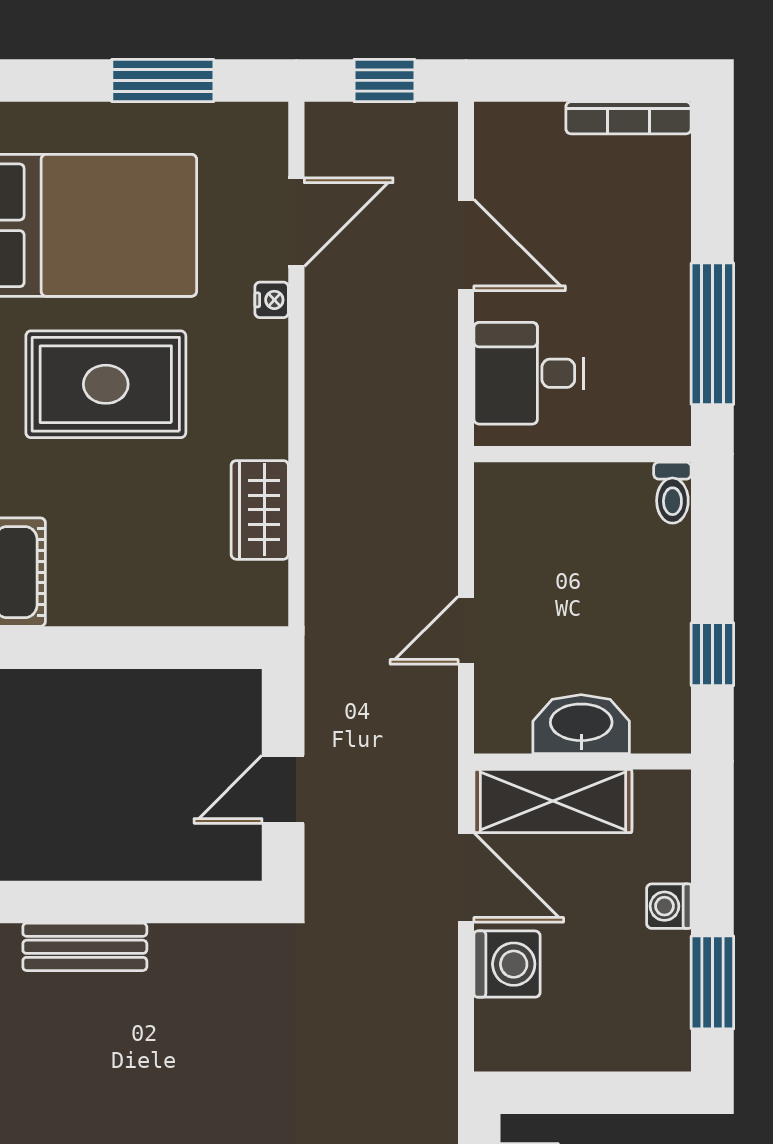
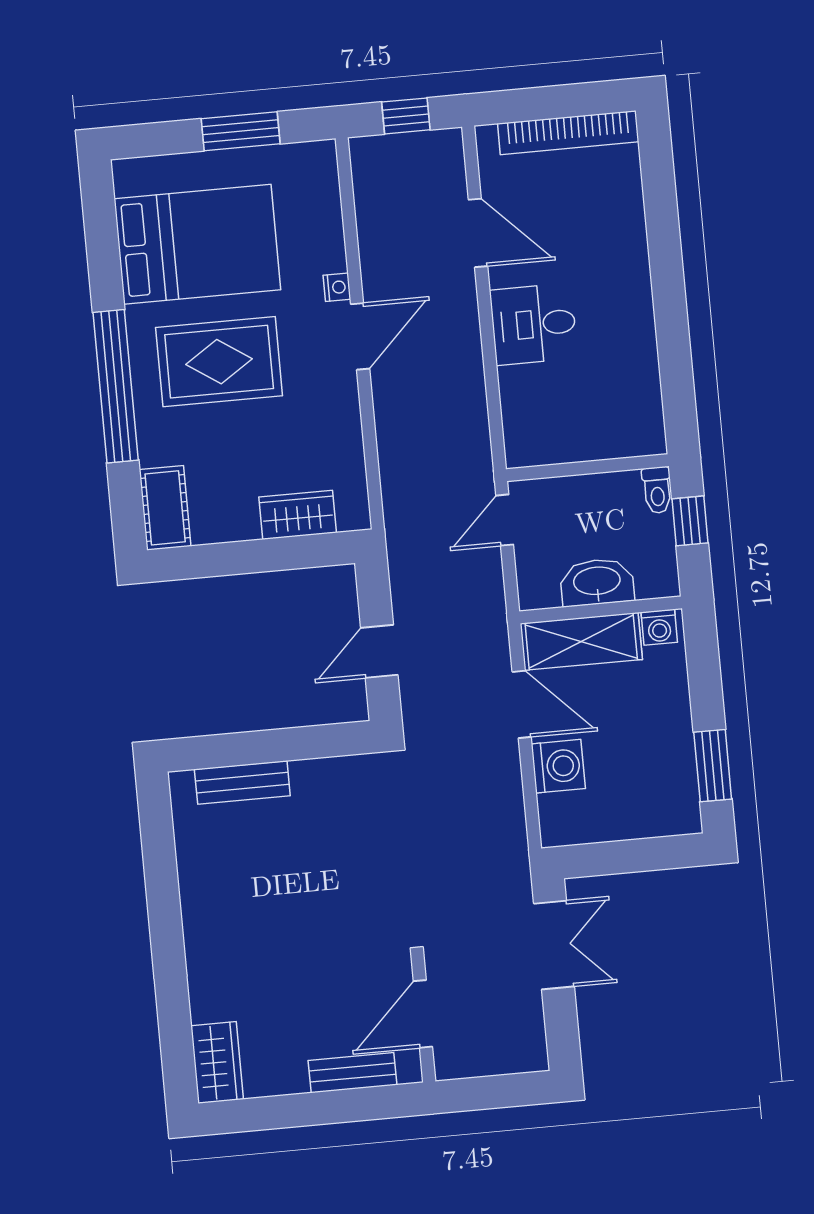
bookcase: (629, 118) -> (568, 133), width x1.48, depth x1.31
door: (296, 222) -> (360, 336), moved
window: (712, 334) -> (668, 282), removed
wall: (583, 454) -> (587, 468), moved
toilet: (672, 493) -> (657, 490), moved
wardrobe: (260, 510) -> (298, 515), moved, turned 90
washing machine: (669, 906) -> (659, 627), moved, turned -90

